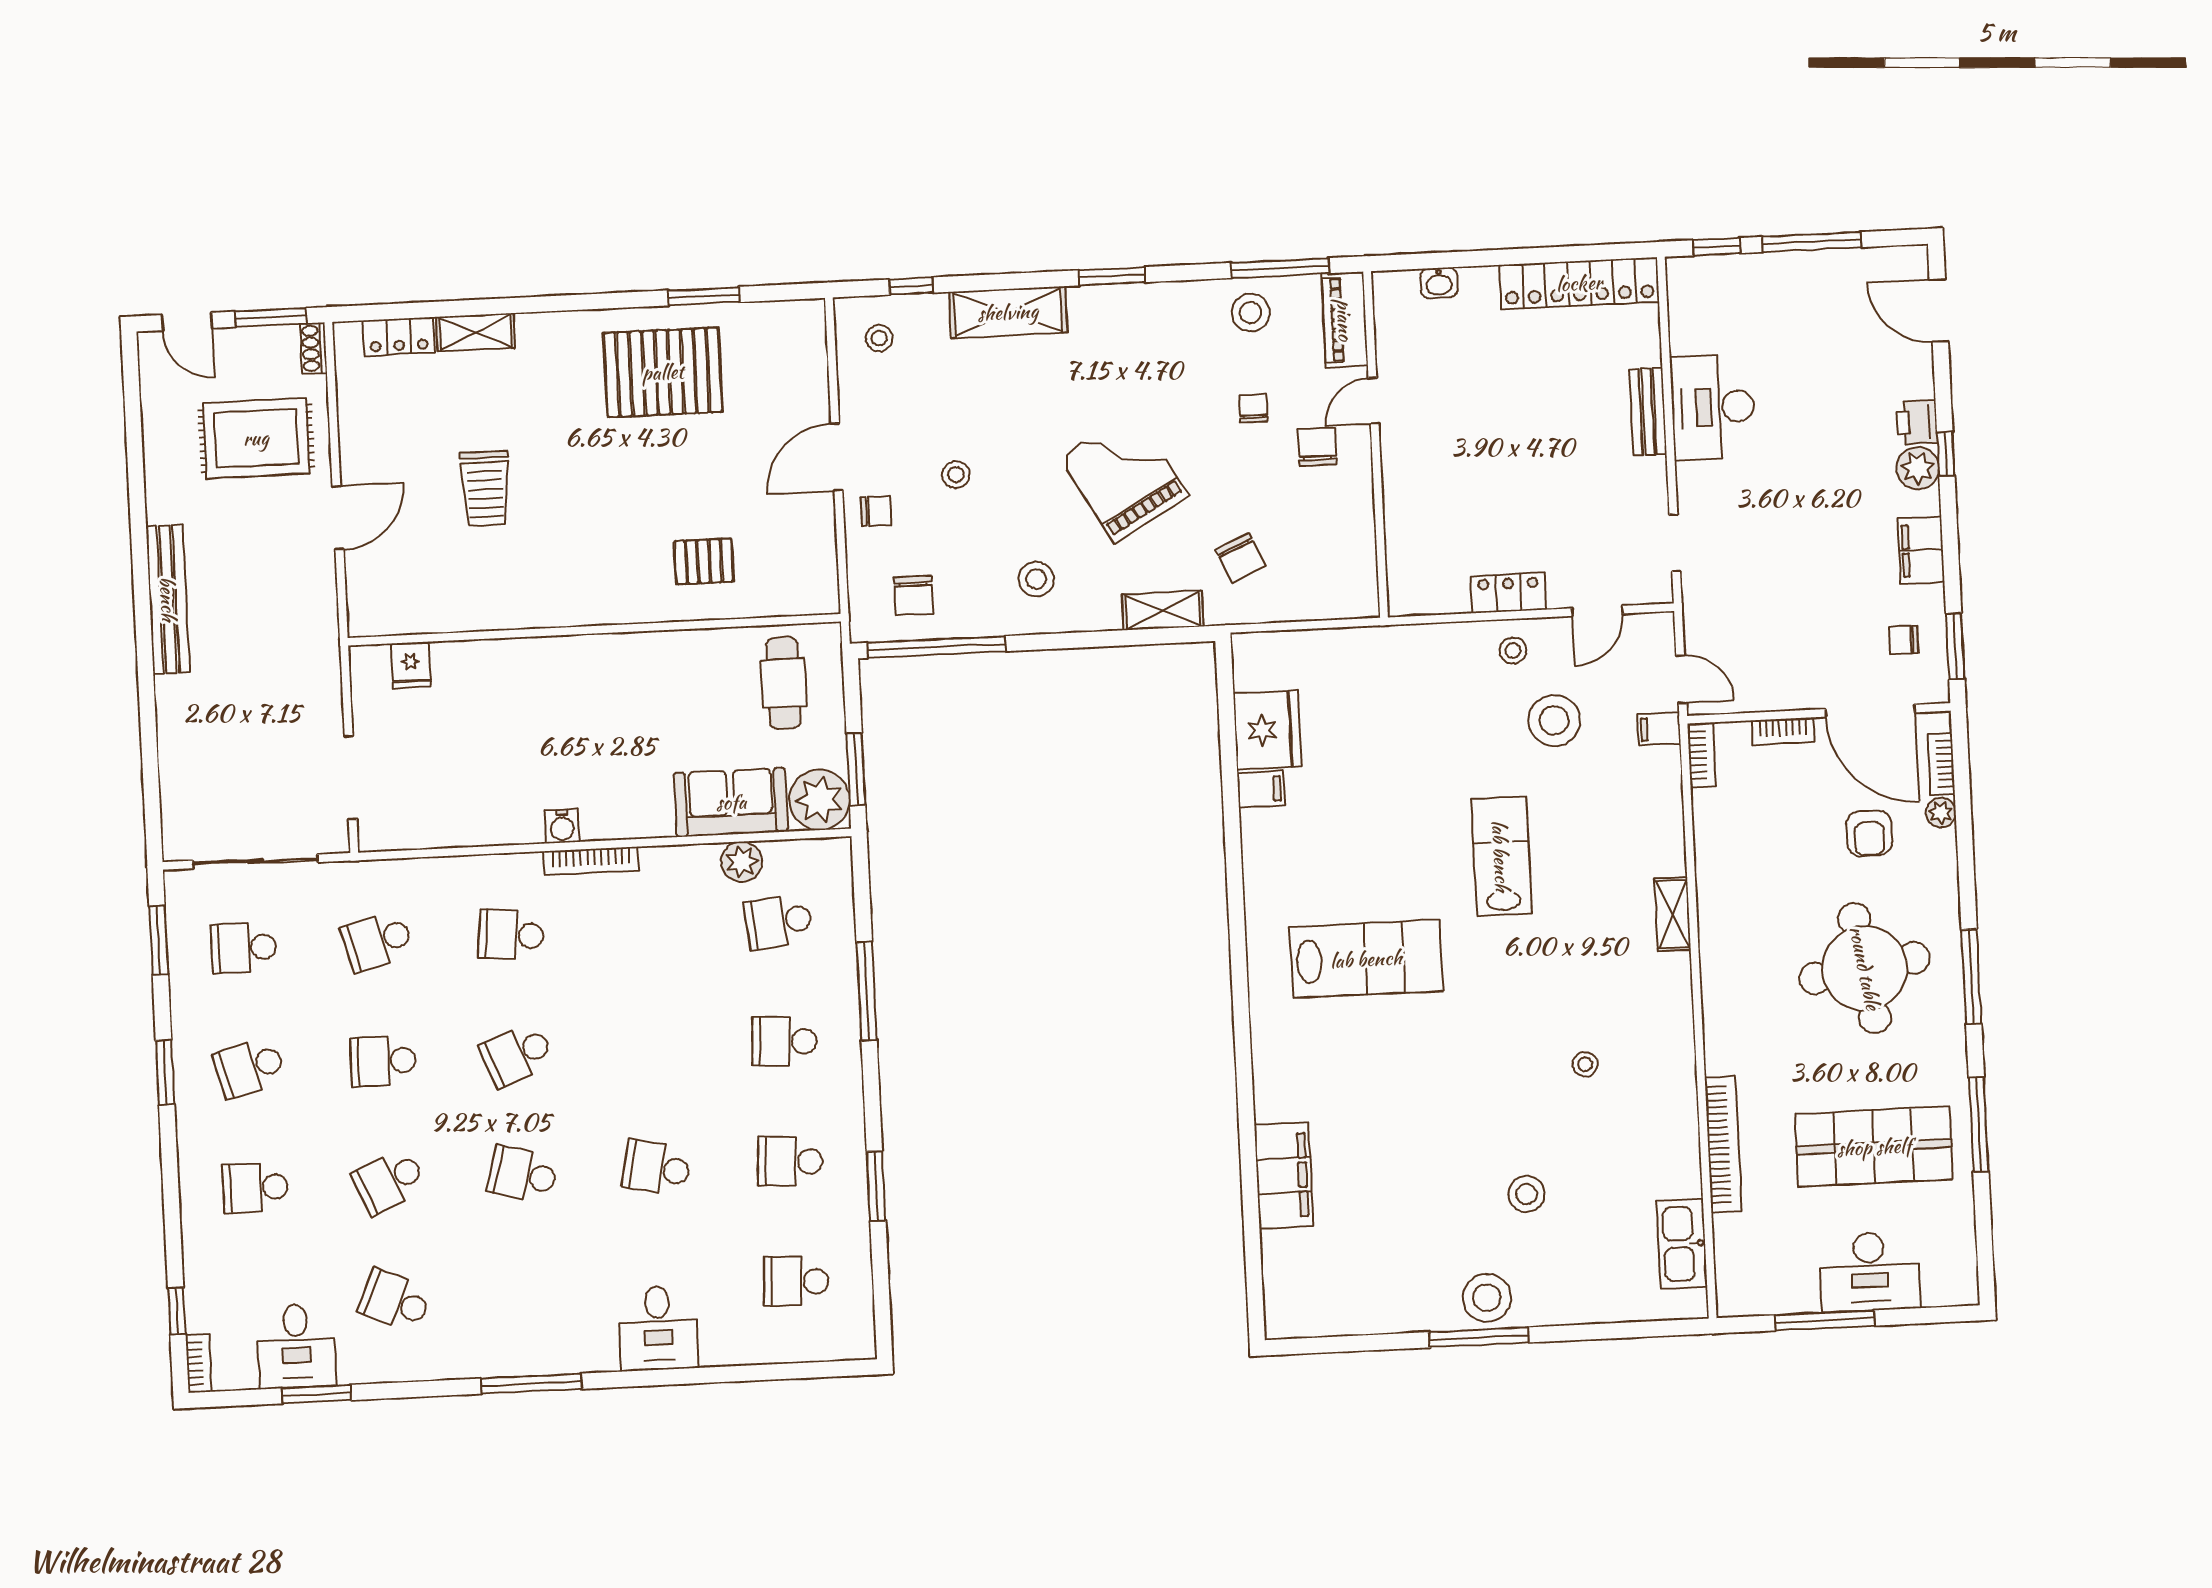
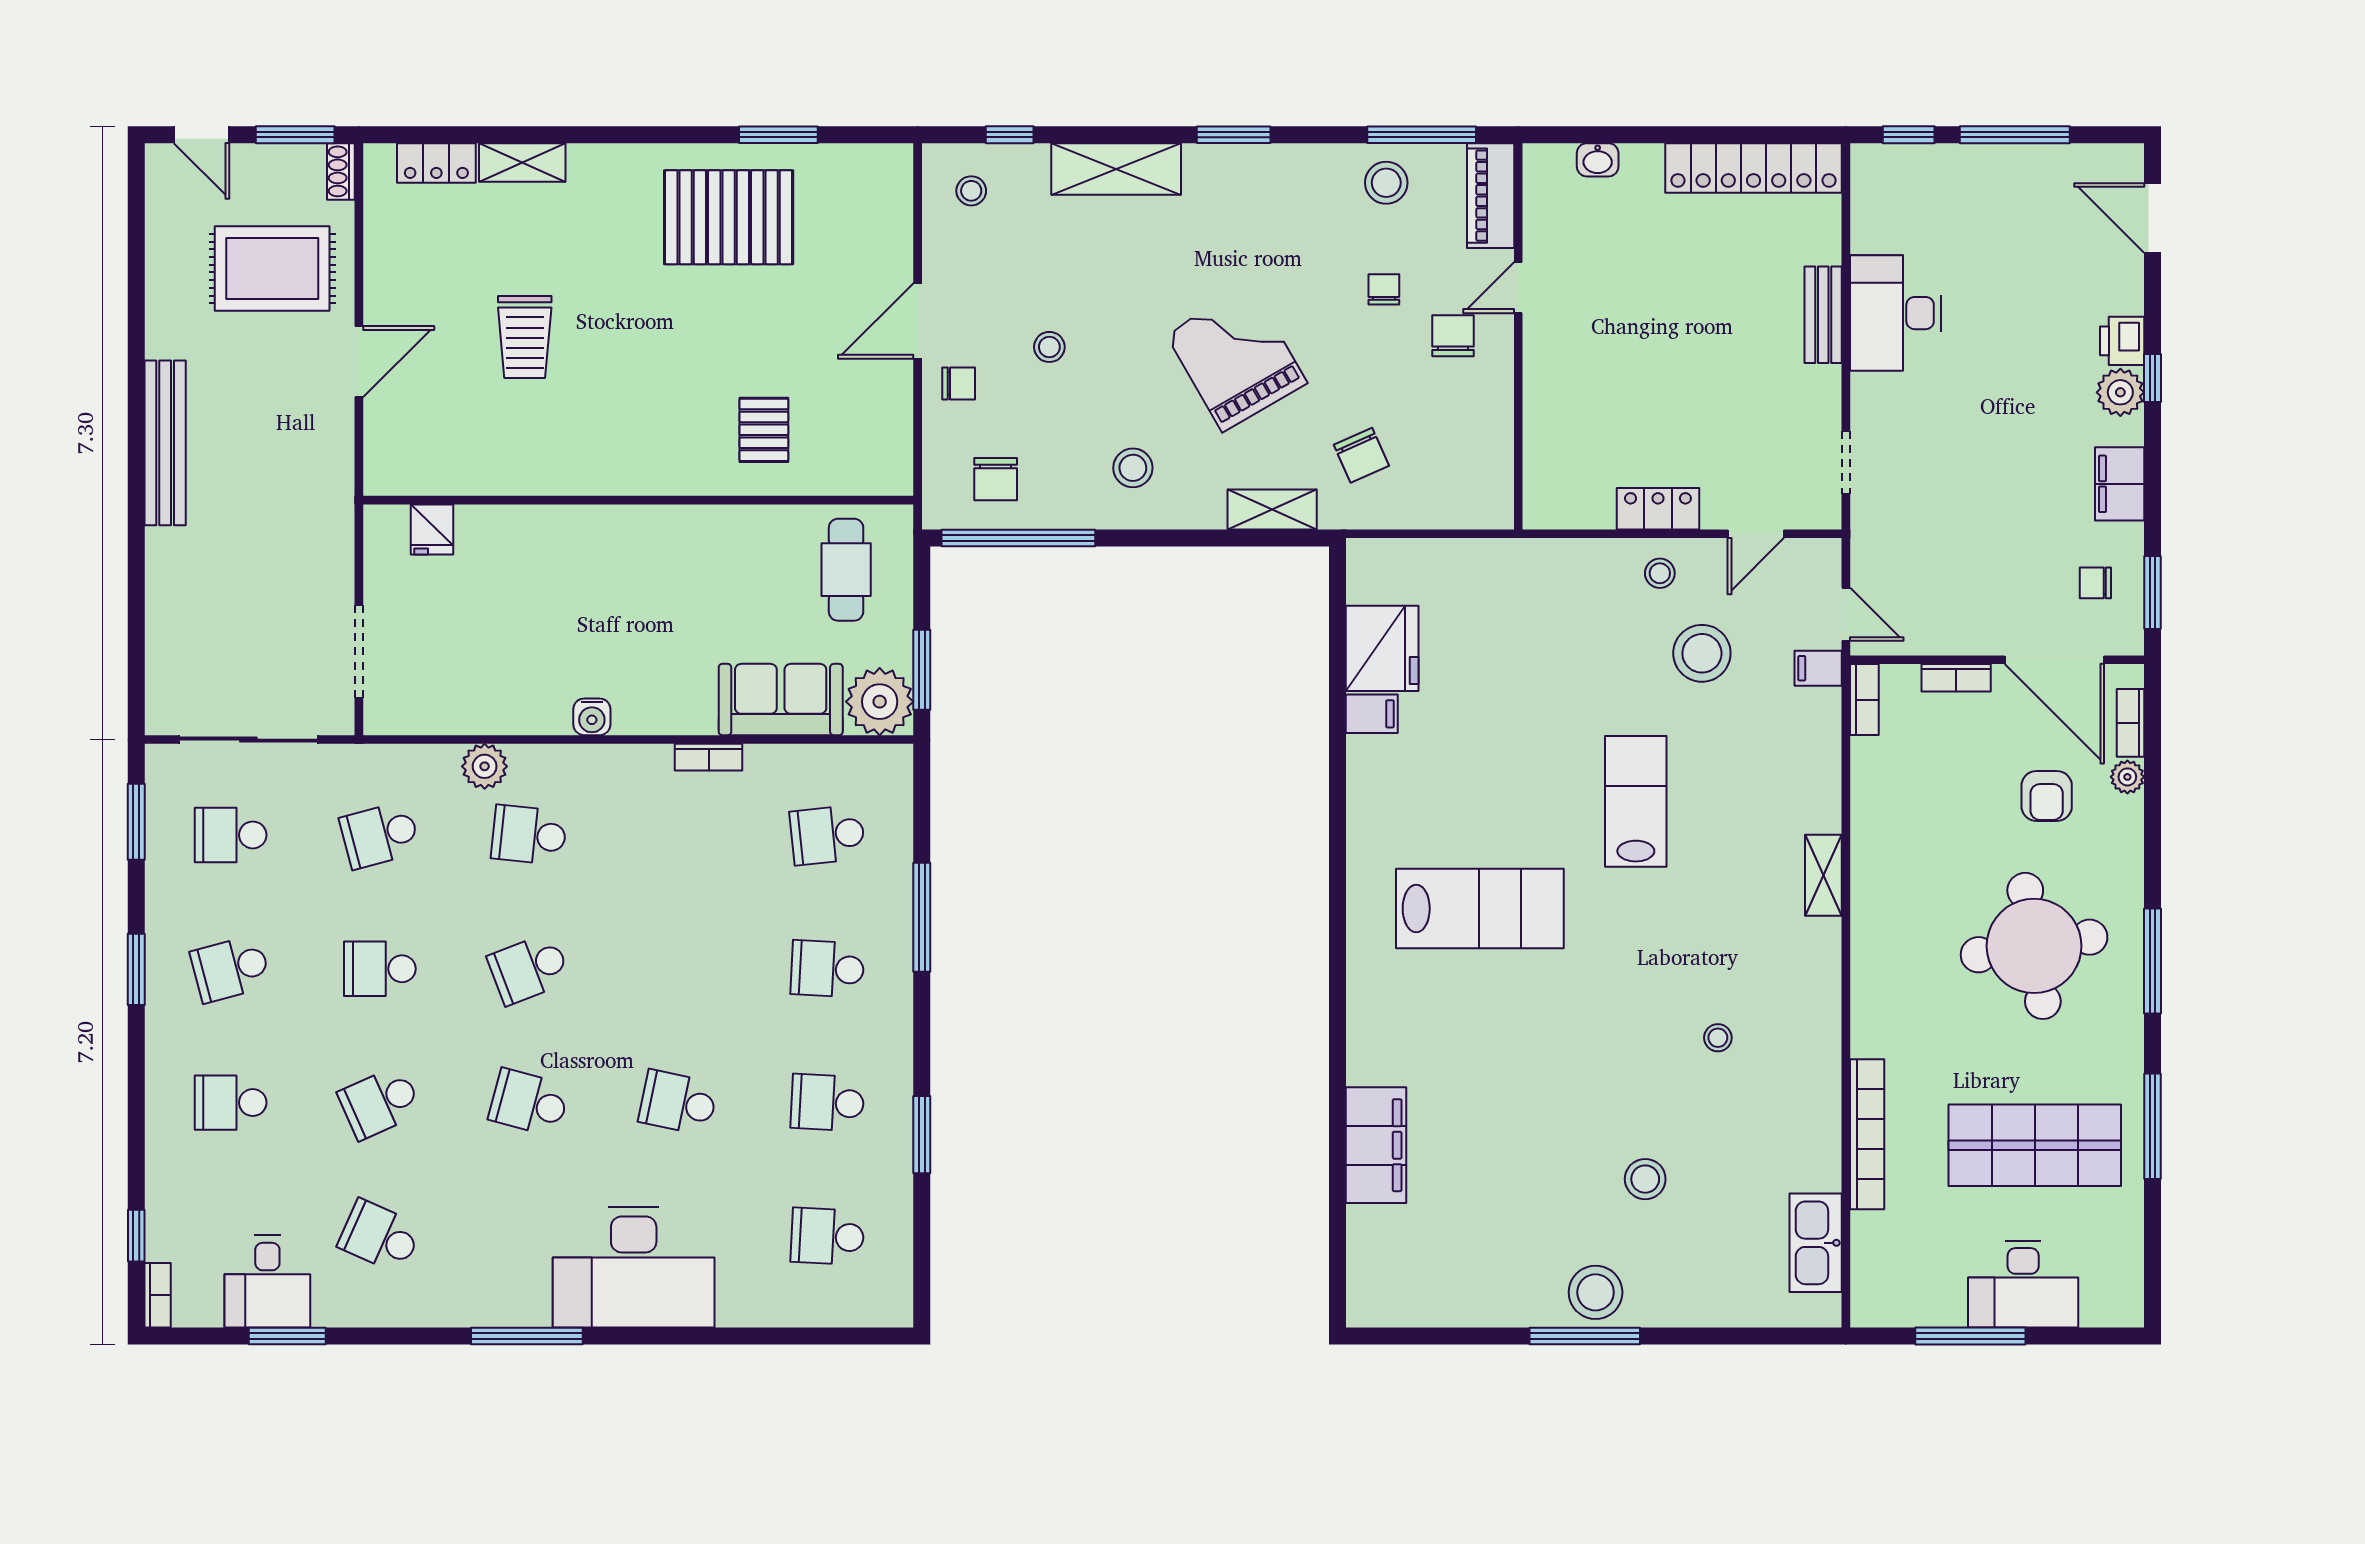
pallet: (704, 561) -> (764, 430), turned 90
bookcase: (591, 861) -> (709, 757), moved, width x0.64
plant: (742, 862) -> (485, 766), moved
desk: (658, 1328) -> (634, 1267), width x1.87, depth x1.30

